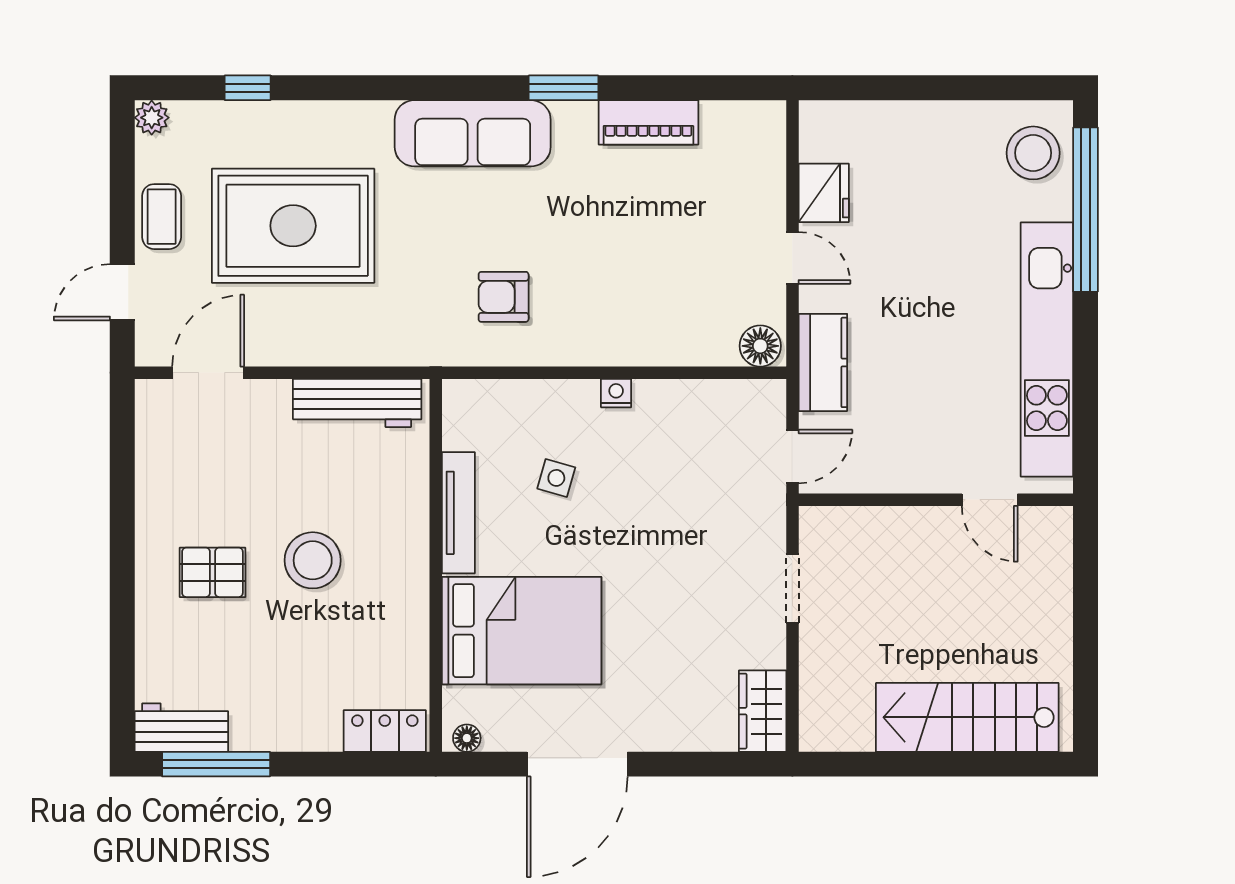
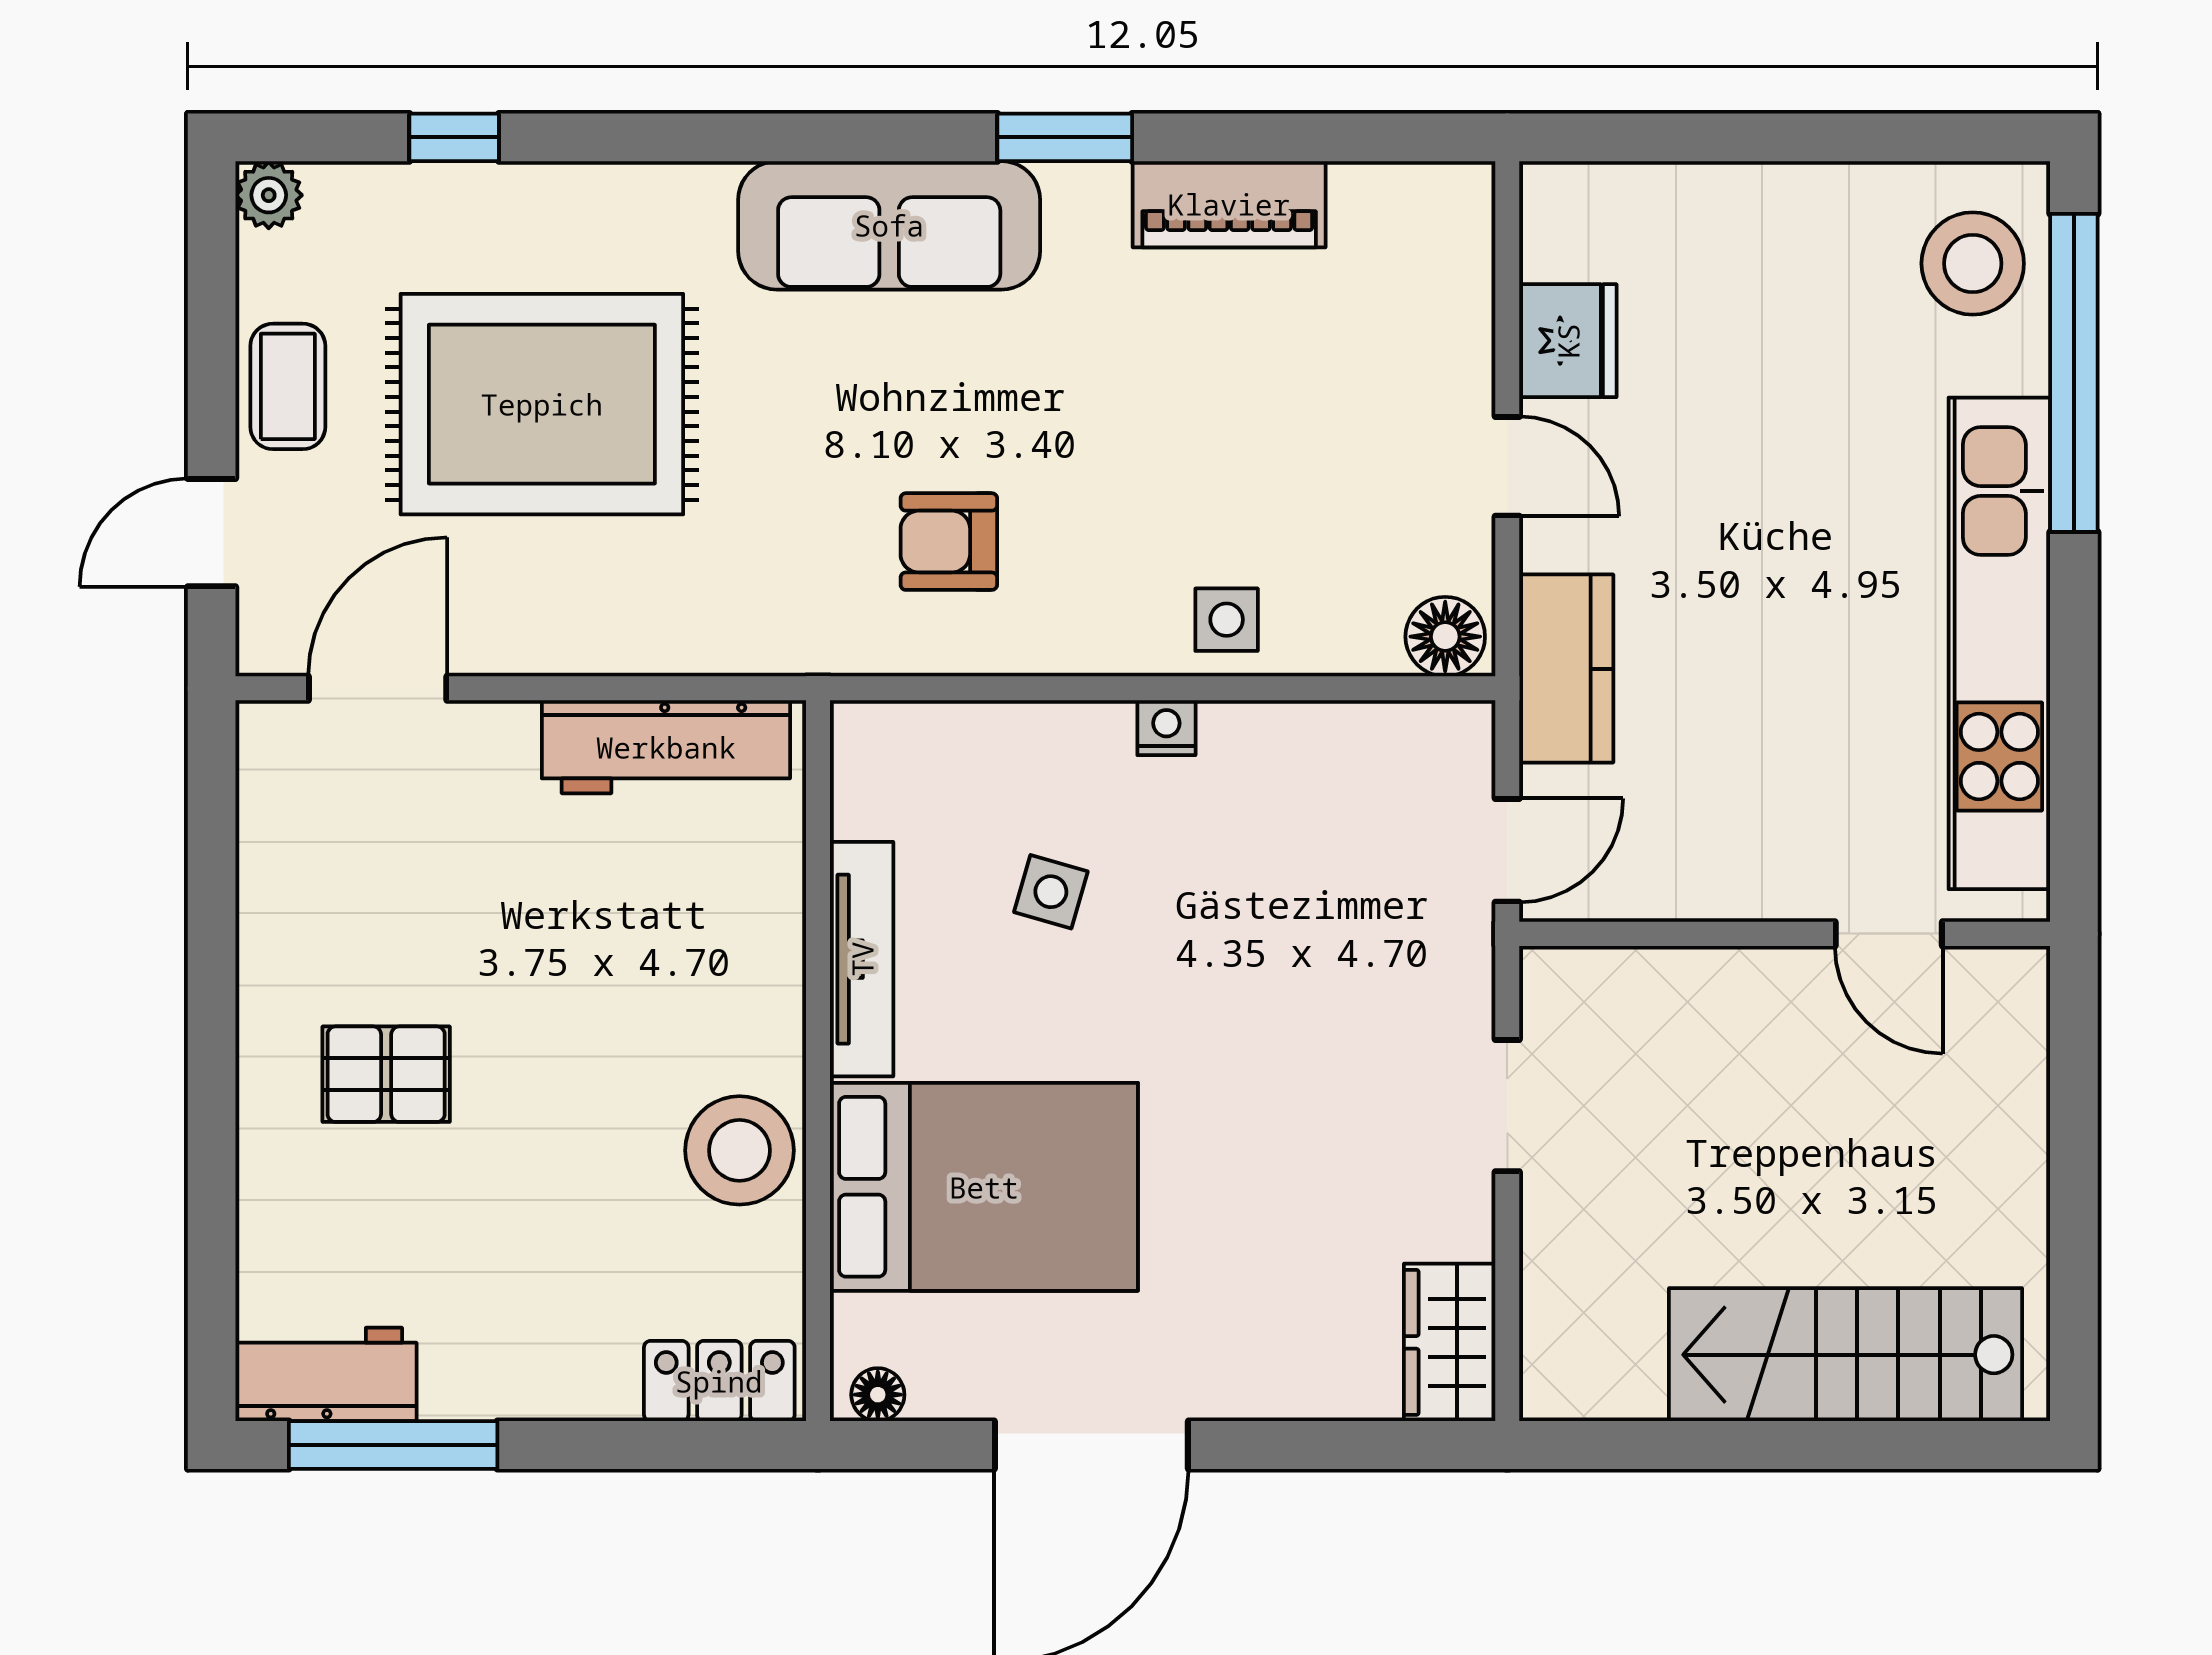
side table: (647, 337) -> (1227, 620), added
stool: (313, 560) -> (739, 1150), moved

